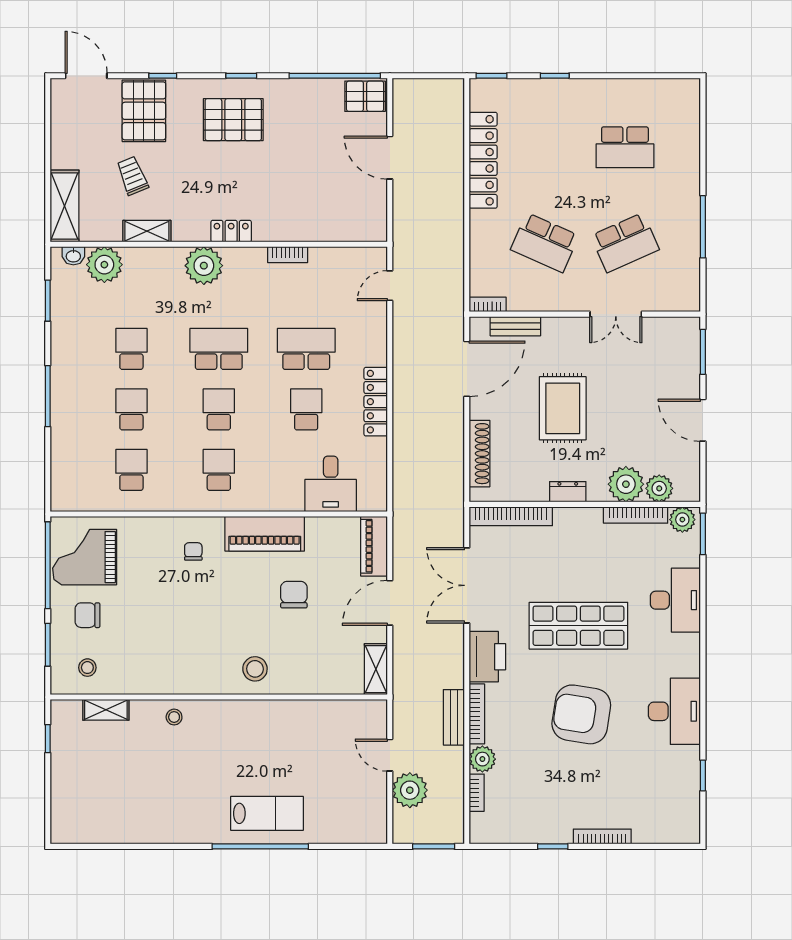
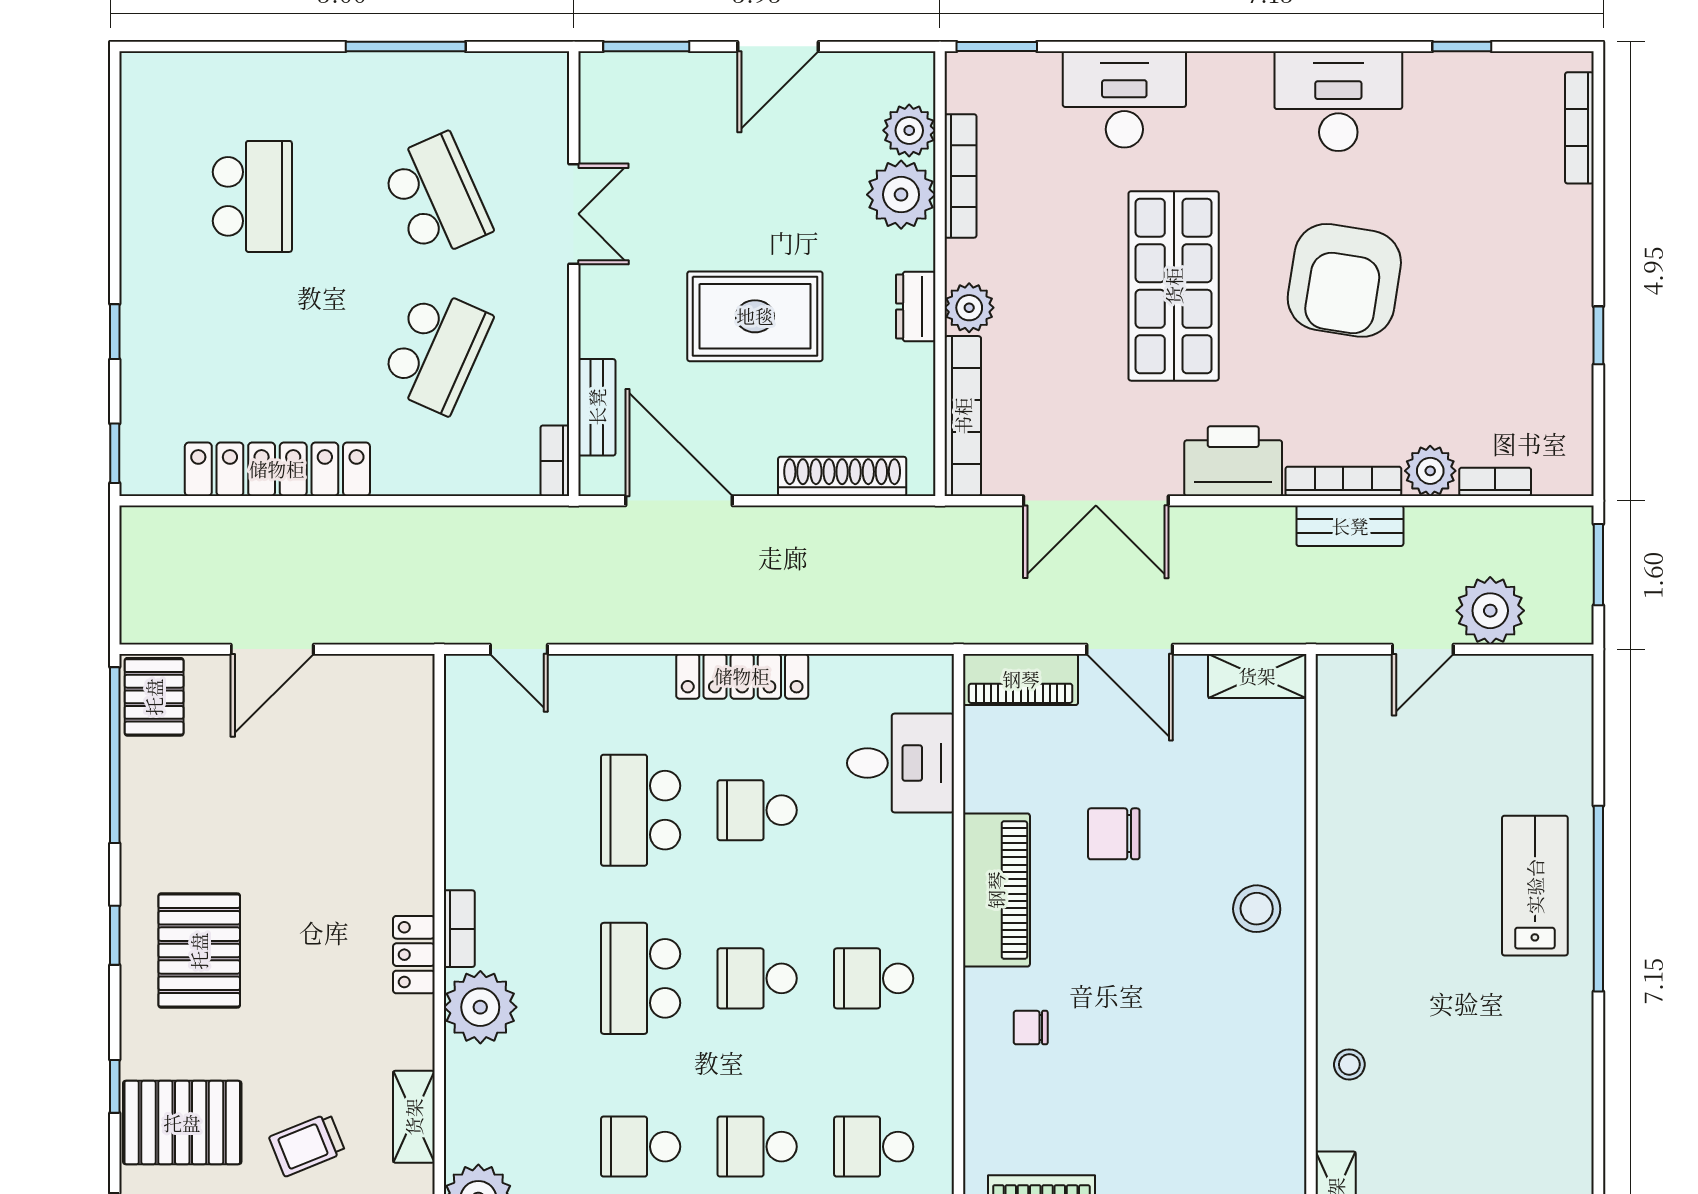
bookcase: (288, 255) -> (459, 929), moved
plant: (682, 520) -> (969, 308), moved
bookcase: (602, 837) -> (1579, 128), moved

